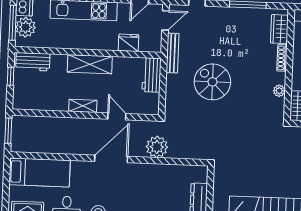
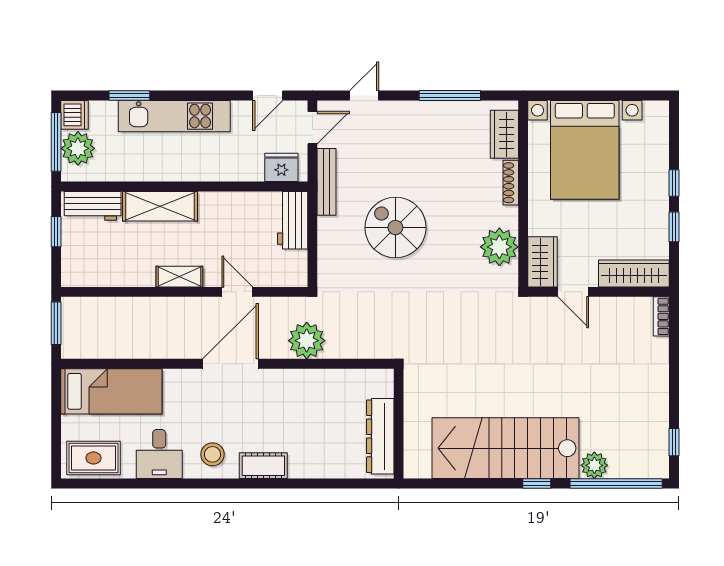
fridge: (129, 43) -> (281, 167), moved
shelving: (90, 64) -> (160, 206), moved
plant: (279, 91) -> (499, 247), width x1.88, depth x1.88

